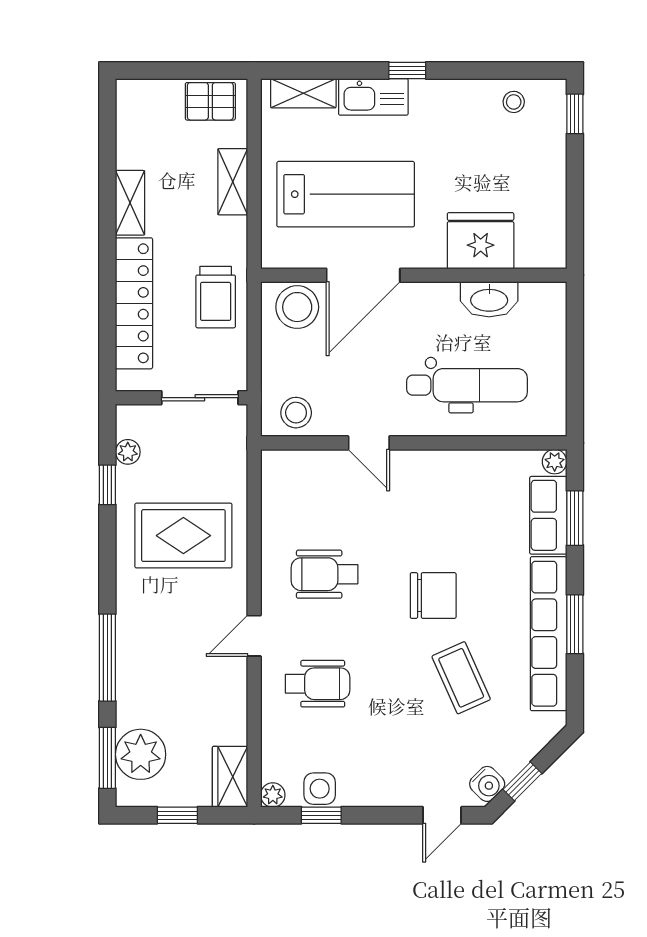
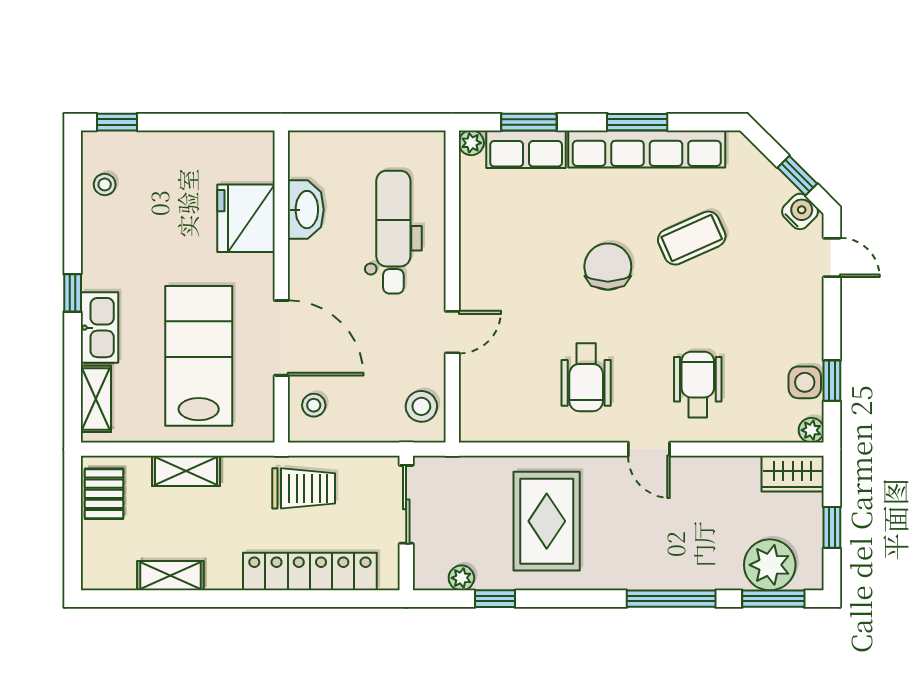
shelving: (130, 203) -> (170, 576), moved
stool: (297, 307) -> (314, 405), width x0.53, depth x0.53

